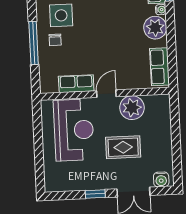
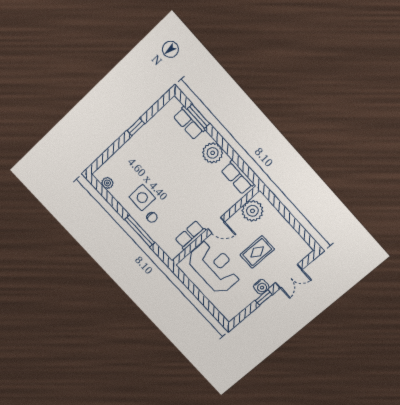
water cooler: (161, 10) -> (206, 137), removed
door: (106, 94) -> (216, 225), swing flipped
plant: (132, 108) -> (252, 211), moved
water cooler: (161, 179) -> (261, 287), moved

